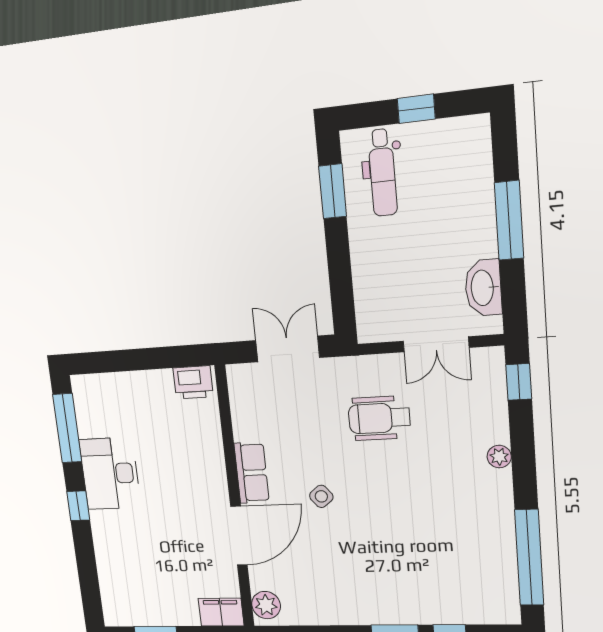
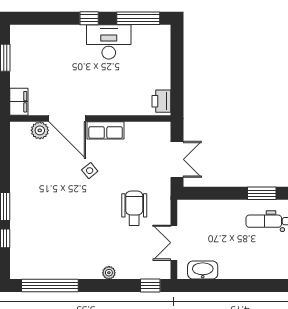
window: (509, 220) -> (237, 286), removed
plant: (266, 605) -> (40, 130), moved

